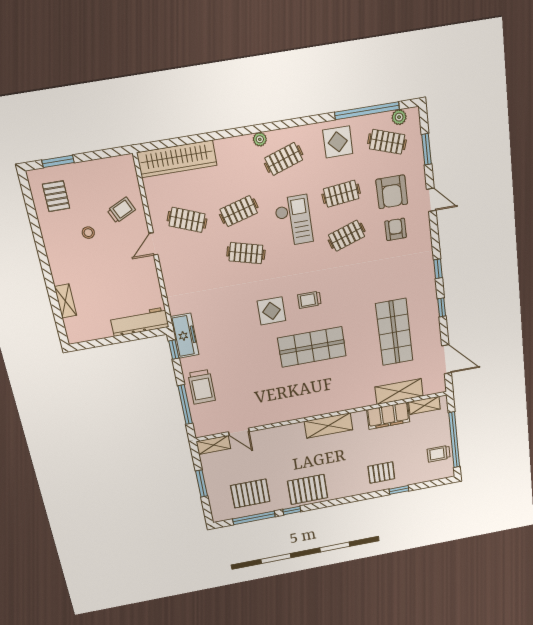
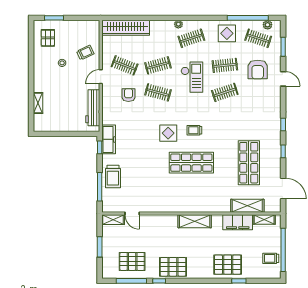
armchair: (396, 229) -> (128, 95), moved
workbench: (140, 322) -> (93, 108), moved, turned -90
pallet: (381, 473) -> (228, 265), width x1.50, depth x1.42

